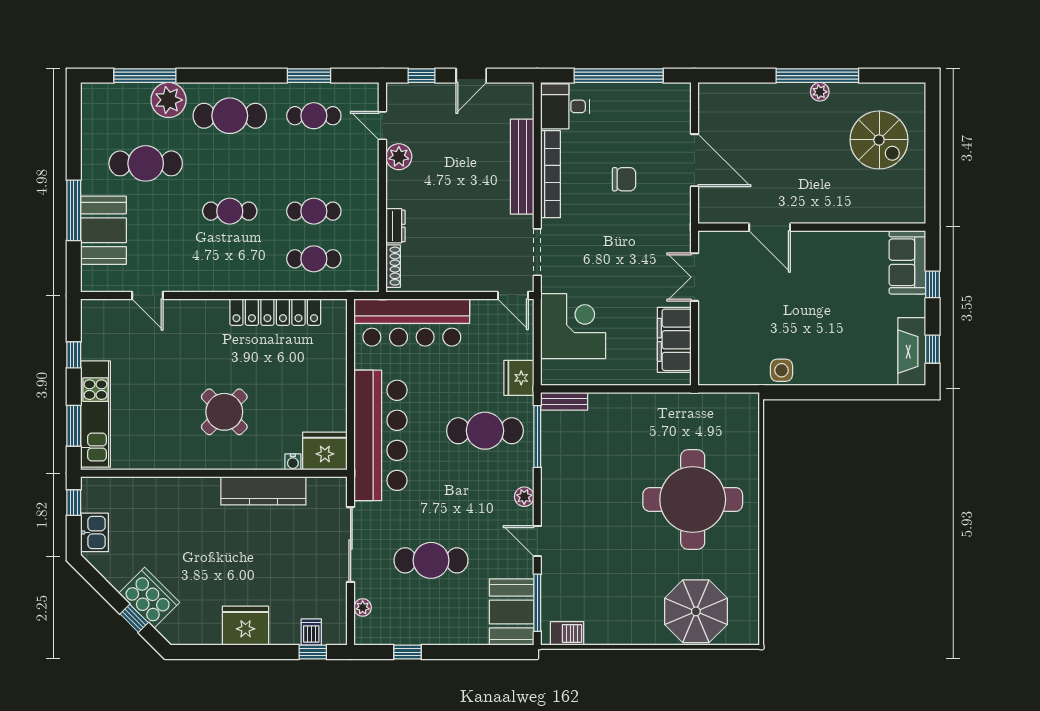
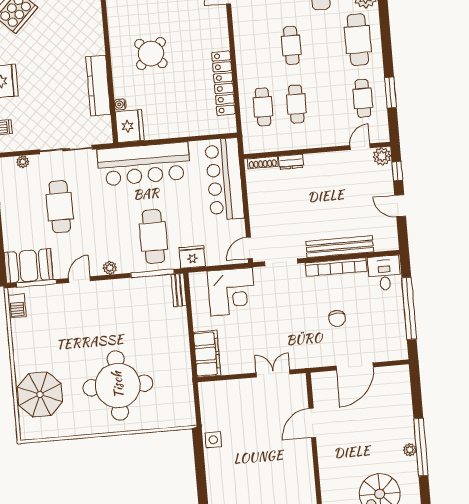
plant: (399, 157) -> (382, 156), moved
filing cabinet: (674, 340) -> (207, 354), moved, turned 90

